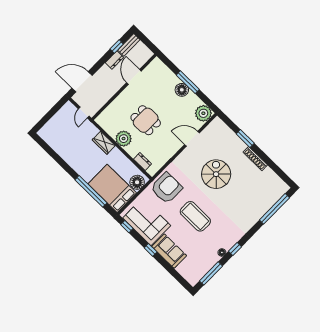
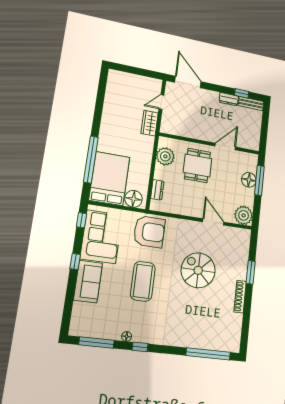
door: (134, 77) -> (225, 147), moved
wall: (124, 87) -> (210, 144), moved
wardrobe: (104, 143) -> (150, 123), moved
spiral stairs: (216, 174) -> (198, 270), turned -90

